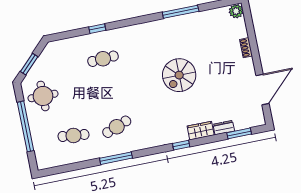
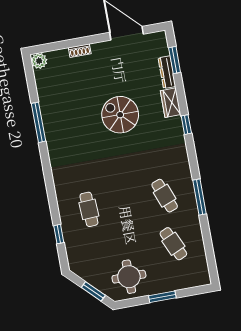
window: (97, 29) -> (59, 234), moved
spiral stairs: (179, 75) -> (120, 115), moved, turned 180
window: (25, 126) -> (162, 297), width x0.47
dresser: (224, 128) -> (167, 72), width x1.44
cafe table: (73, 135) -> (173, 244), turned -30

